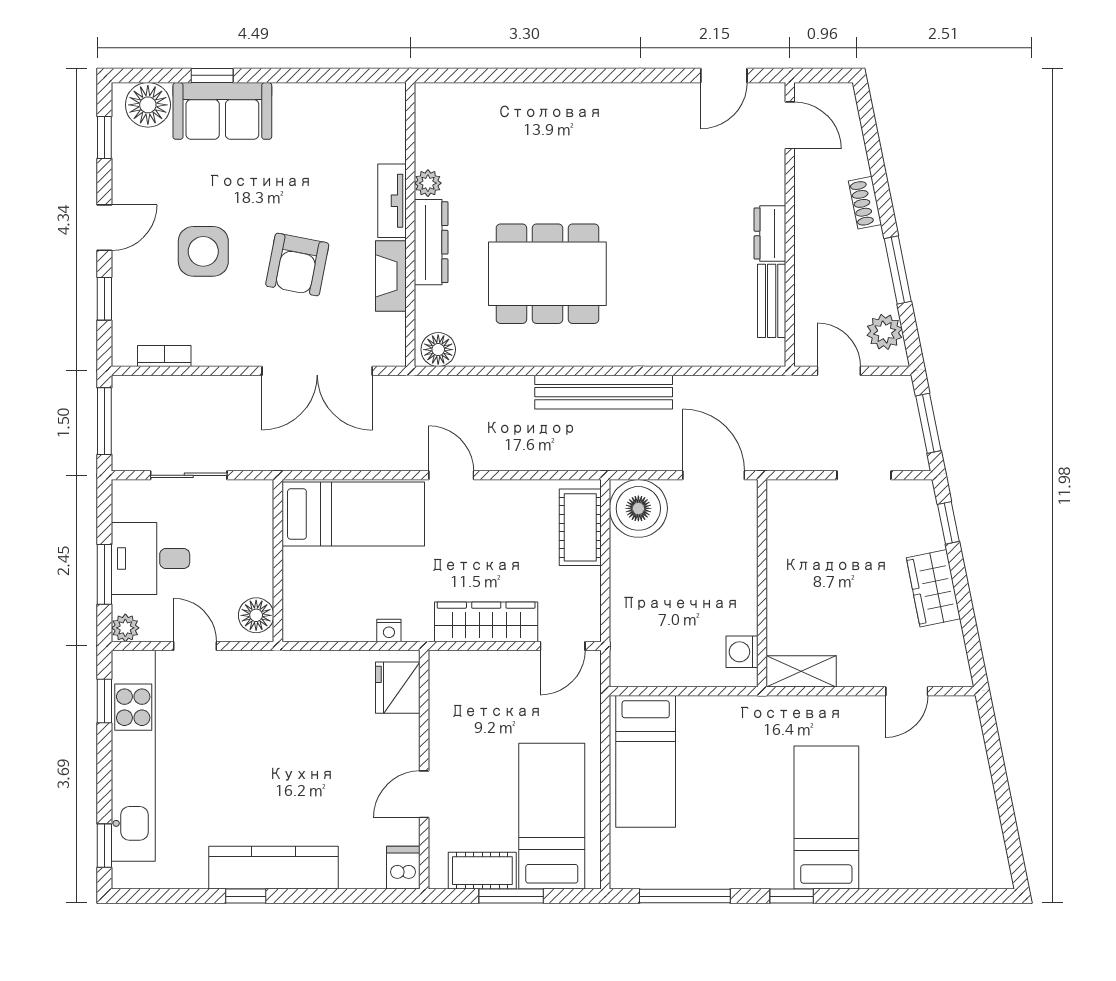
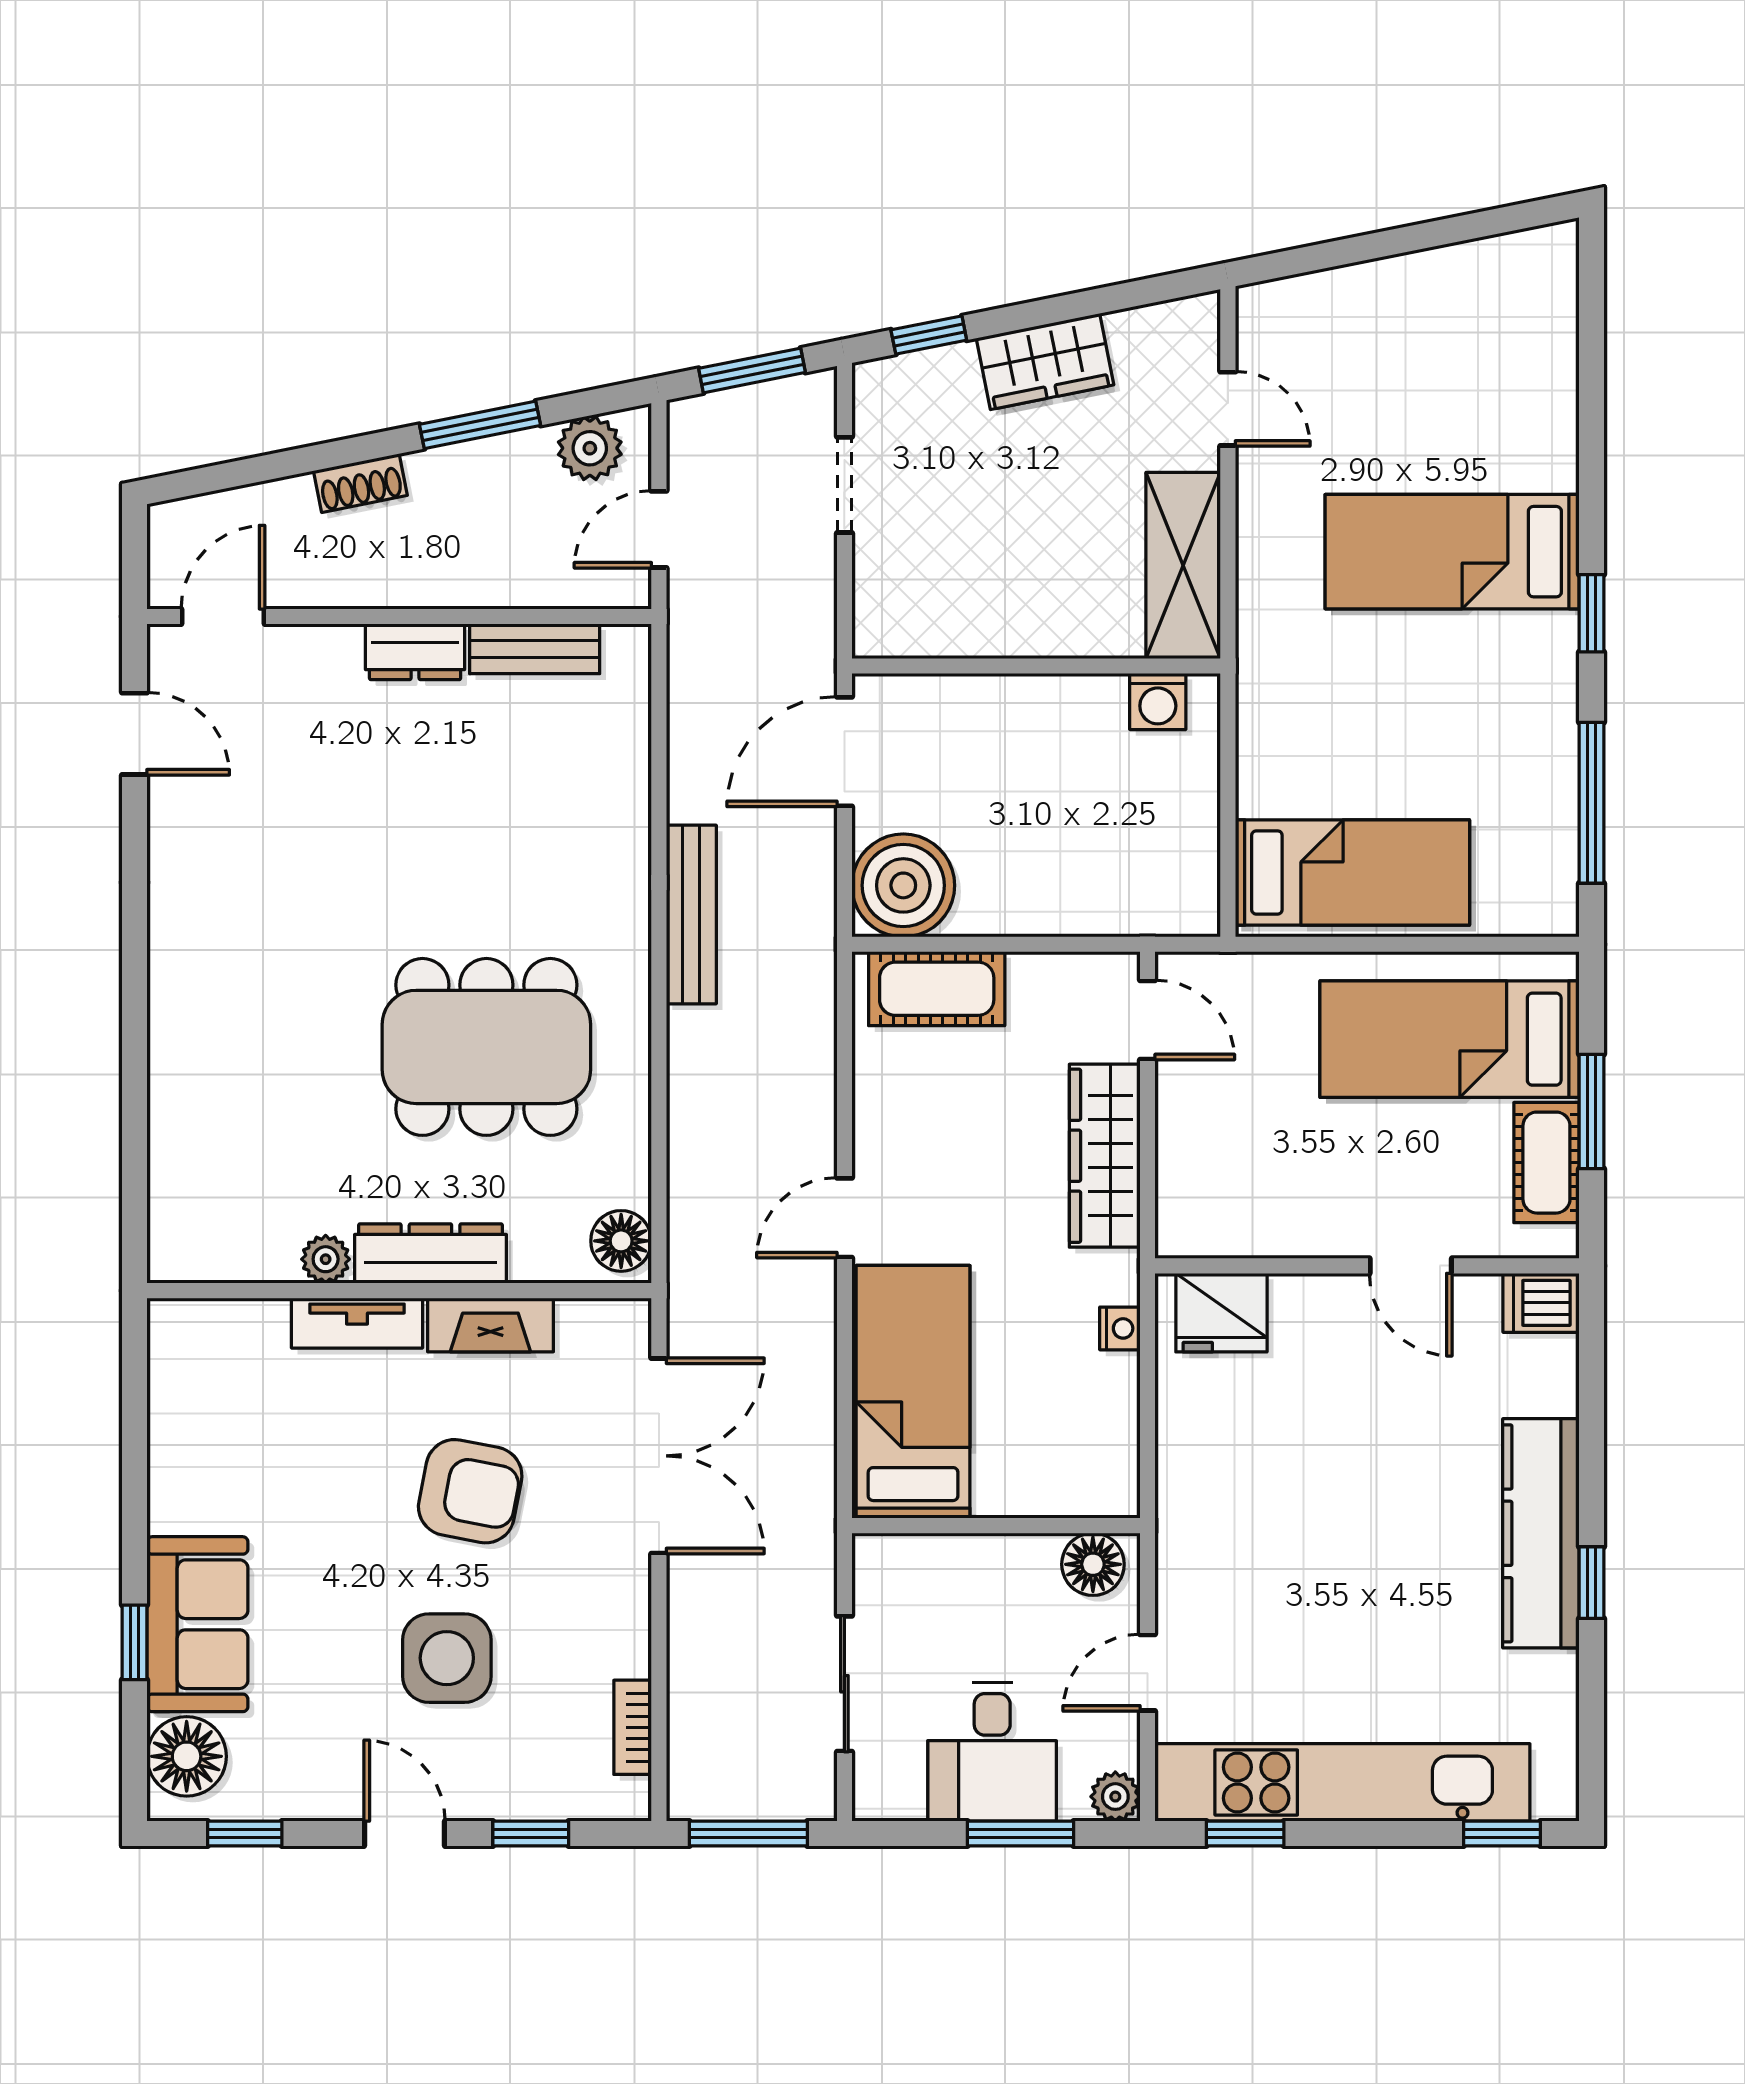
dining table: (547, 274) -> (486, 1047), turned 90
bench: (604, 392) -> (691, 914), width x0.73, depth x0.82
shelving: (801, 671) -> (1183, 565), width x1.50, depth x1.33

